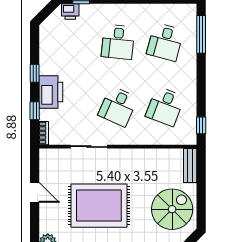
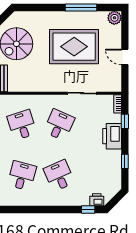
desk: (118, 42) -> (59, 176), turned -30
window: (35, 73) -> (125, 161), moved
desk: (165, 106) -> (22, 125), turned -39

